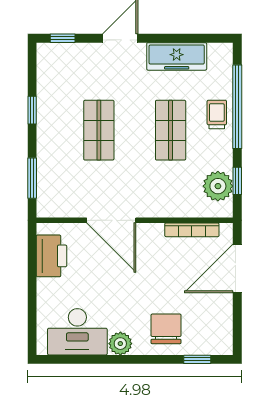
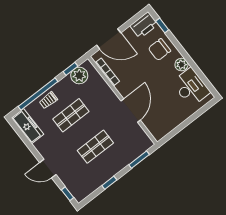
freezer: (177, 56) -> (28, 126), moved
printer: (52, 256) -> (144, 25), moved, turned 180

